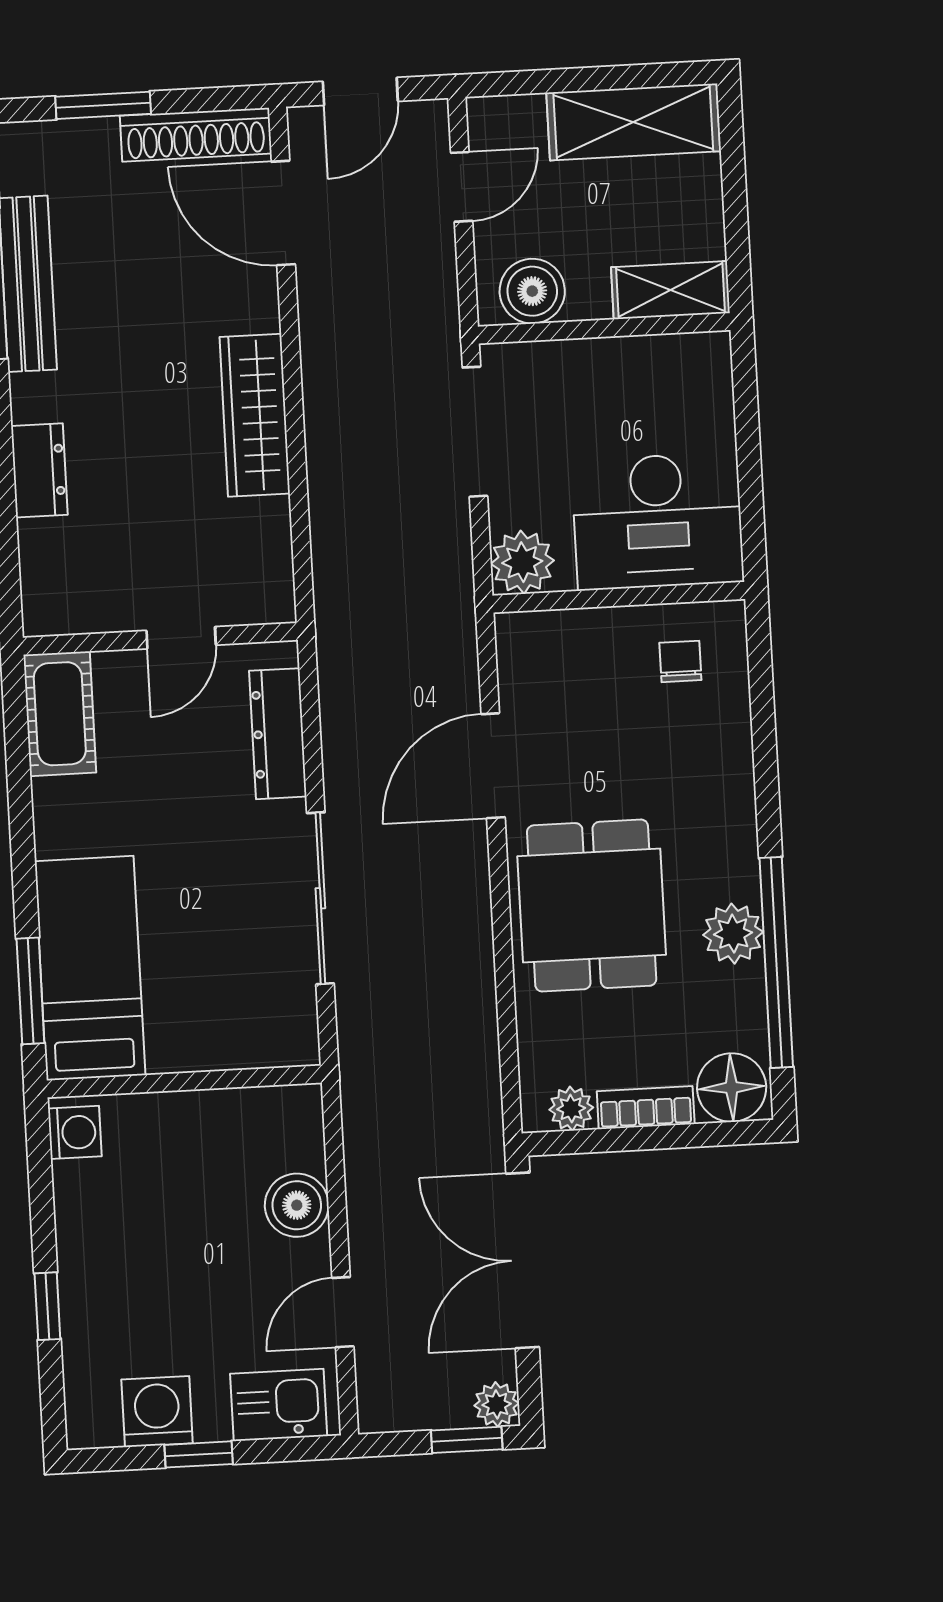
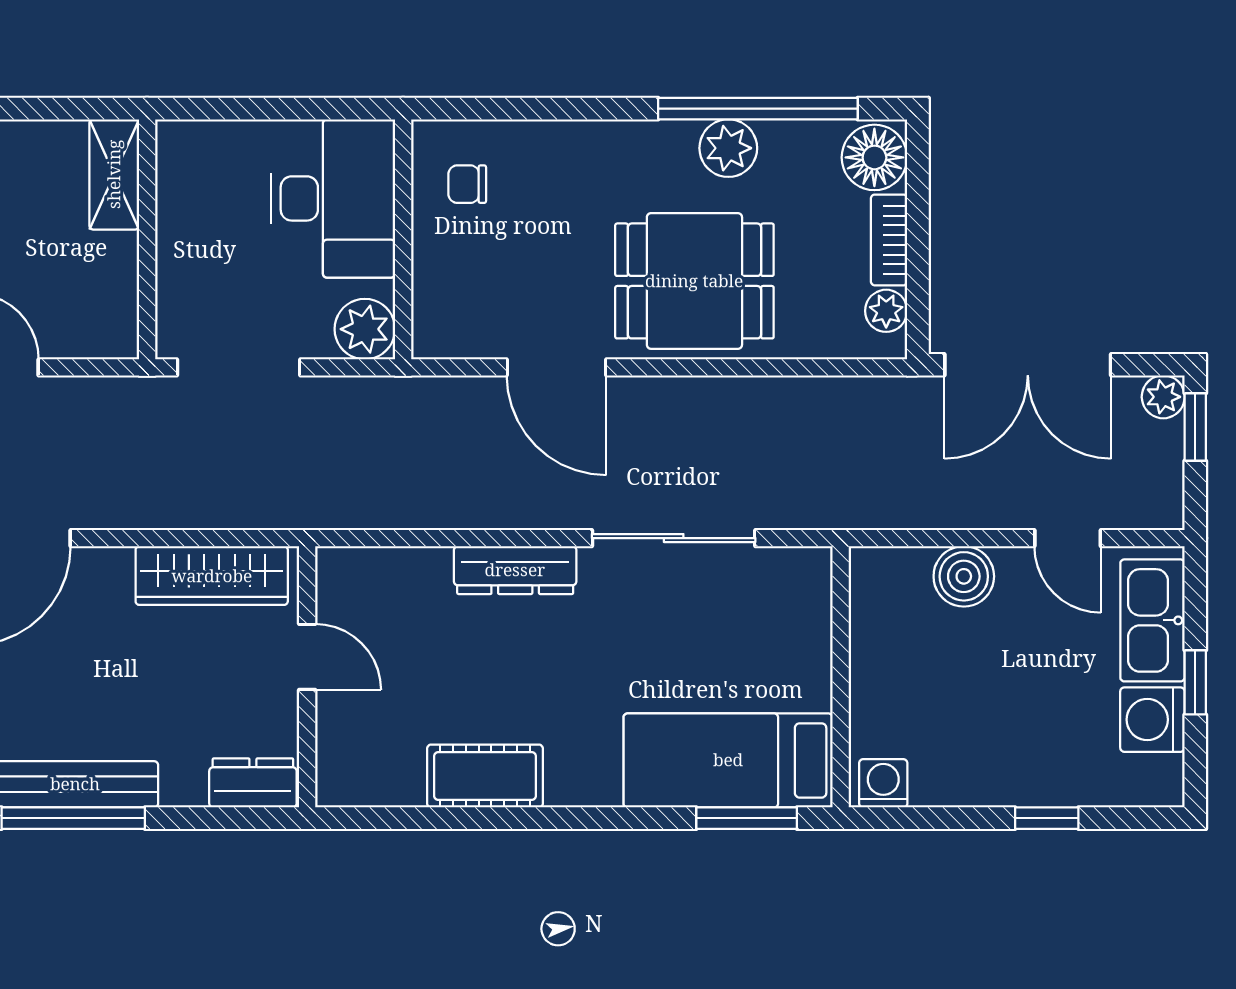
boiler: (532, 291) -> (108, 306), removed
door: (181, 638) -> (307, 657), moved
wall: (160, 639) -> (307, 677), moved
kitchen sink: (279, 1405) -> (1152, 620), width x1.38

